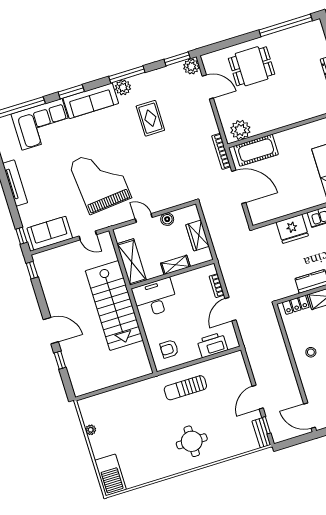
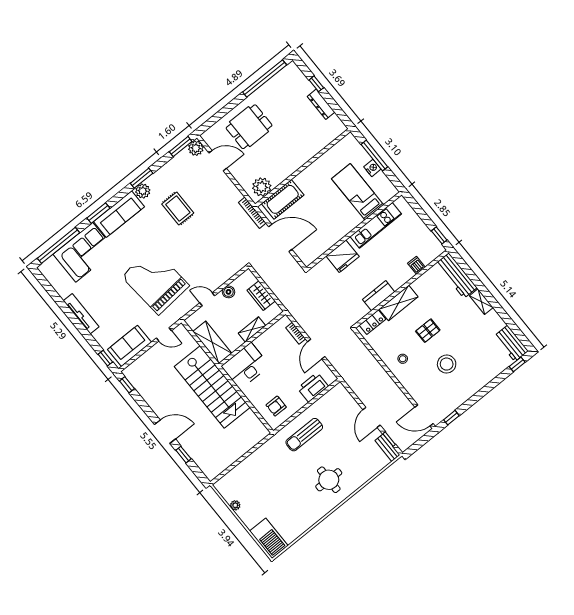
window: (127, 74) -> (142, 178), width x0.69

